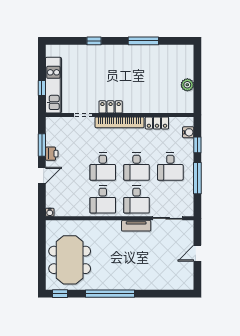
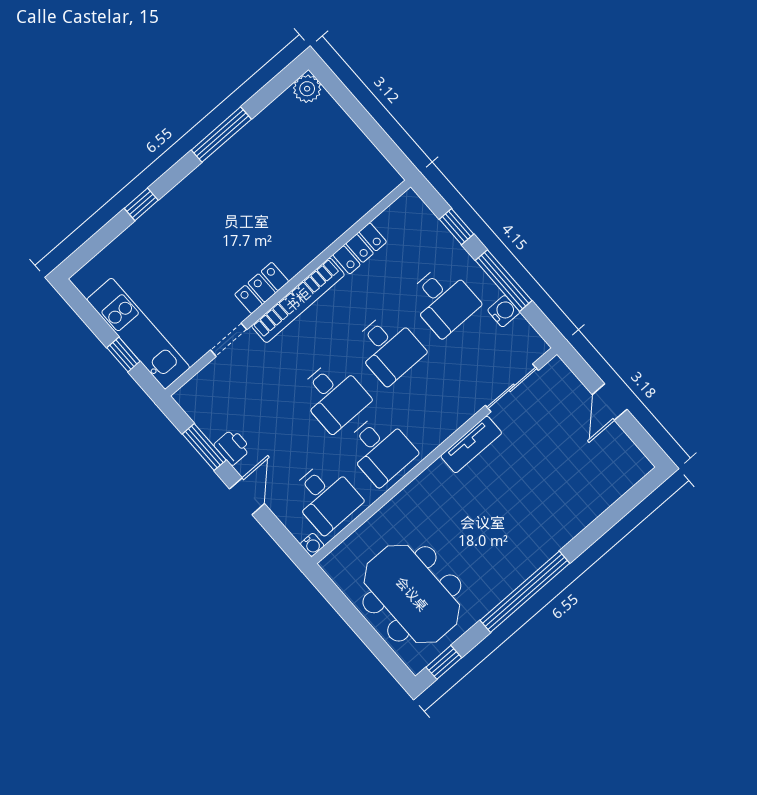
plant: (187, 85) -> (307, 89), moved
water cooler: (188, 132) -> (504, 311), moved
desk: (137, 200) -> (325, 497), moved

